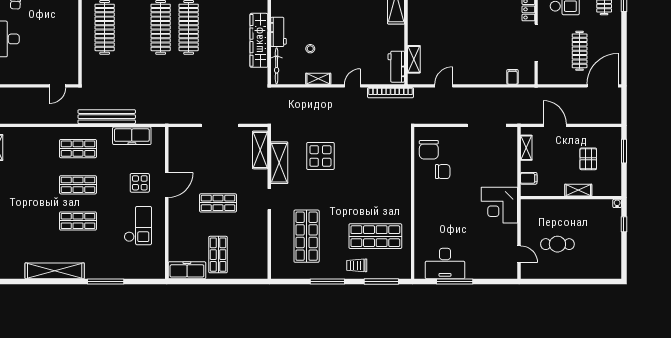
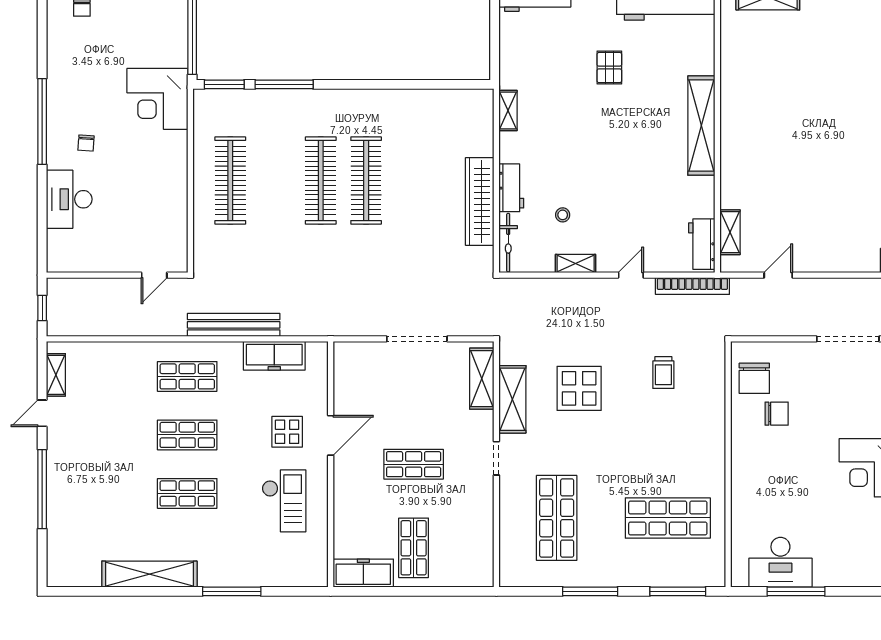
trolley: (357, 265) -> (663, 372), moved, turned -90

